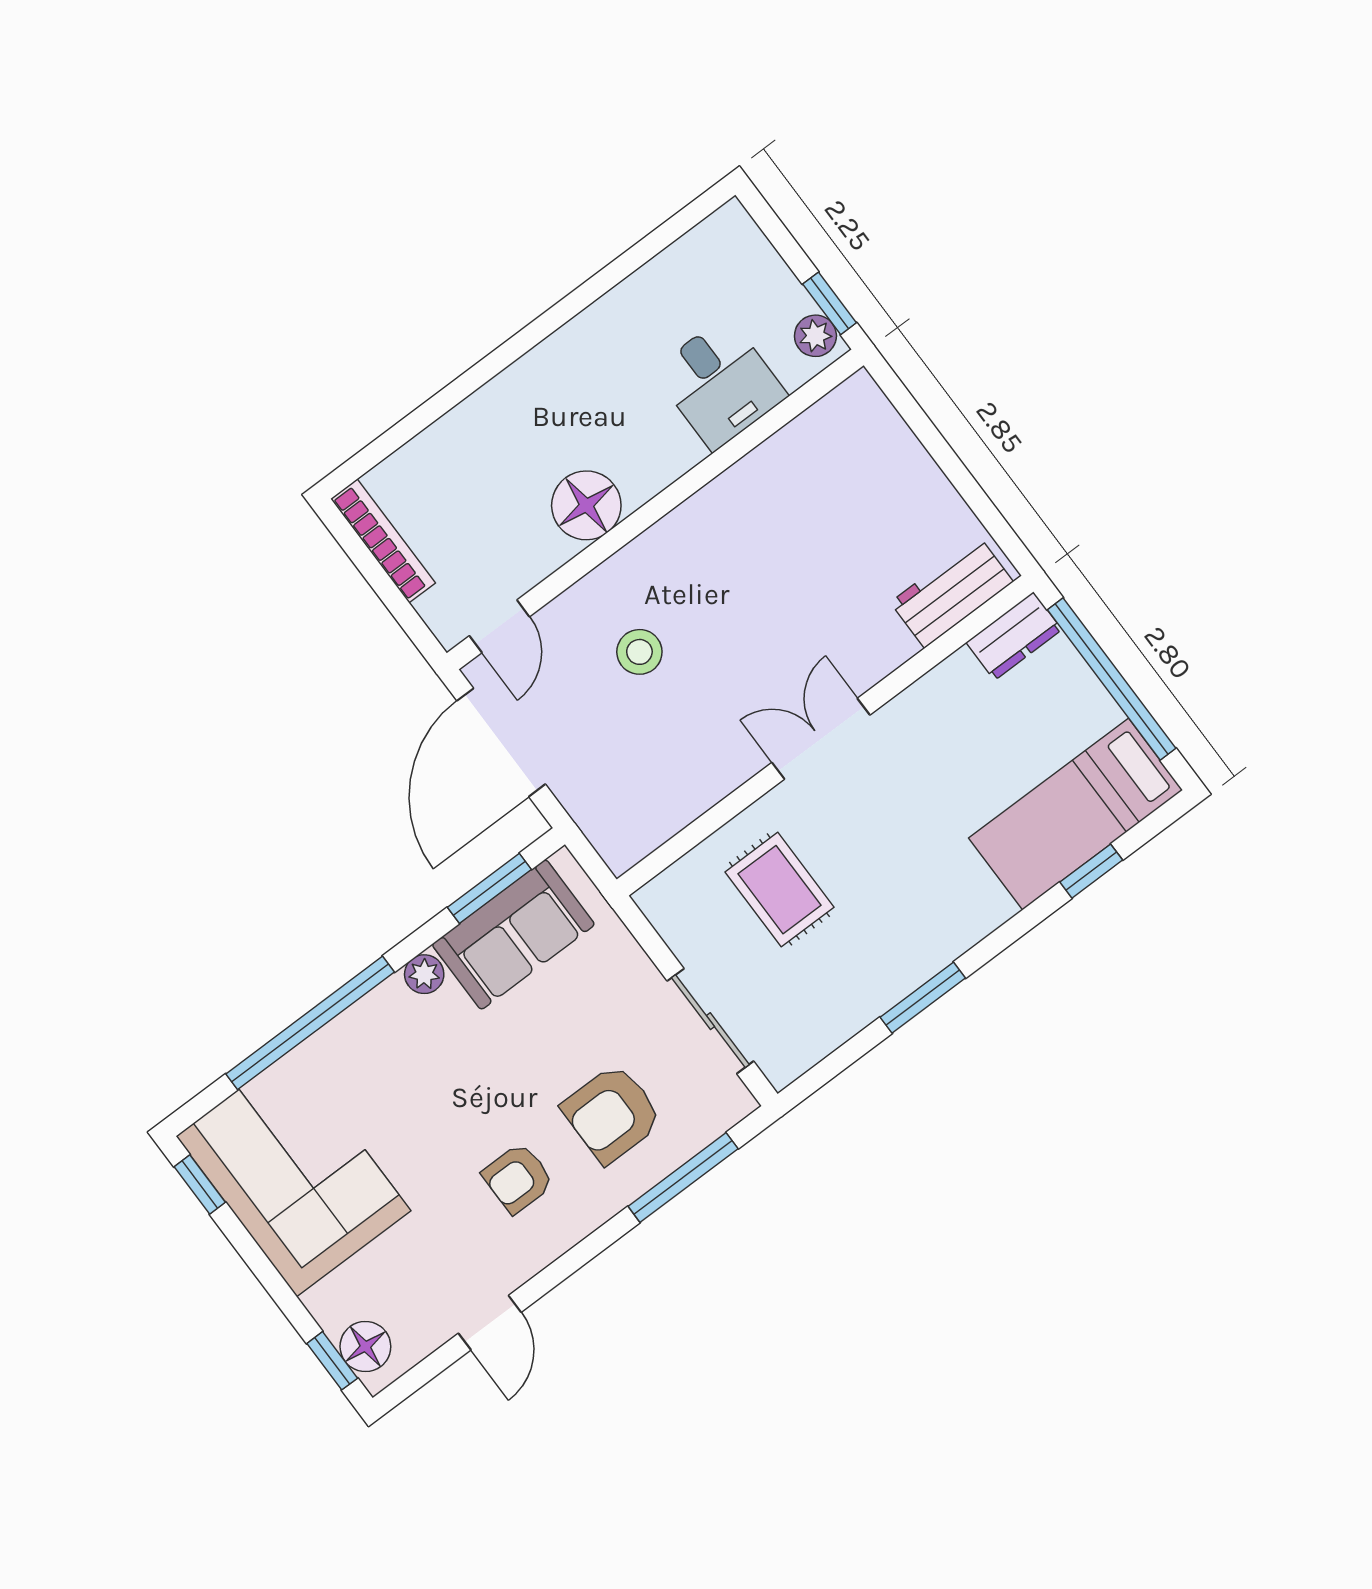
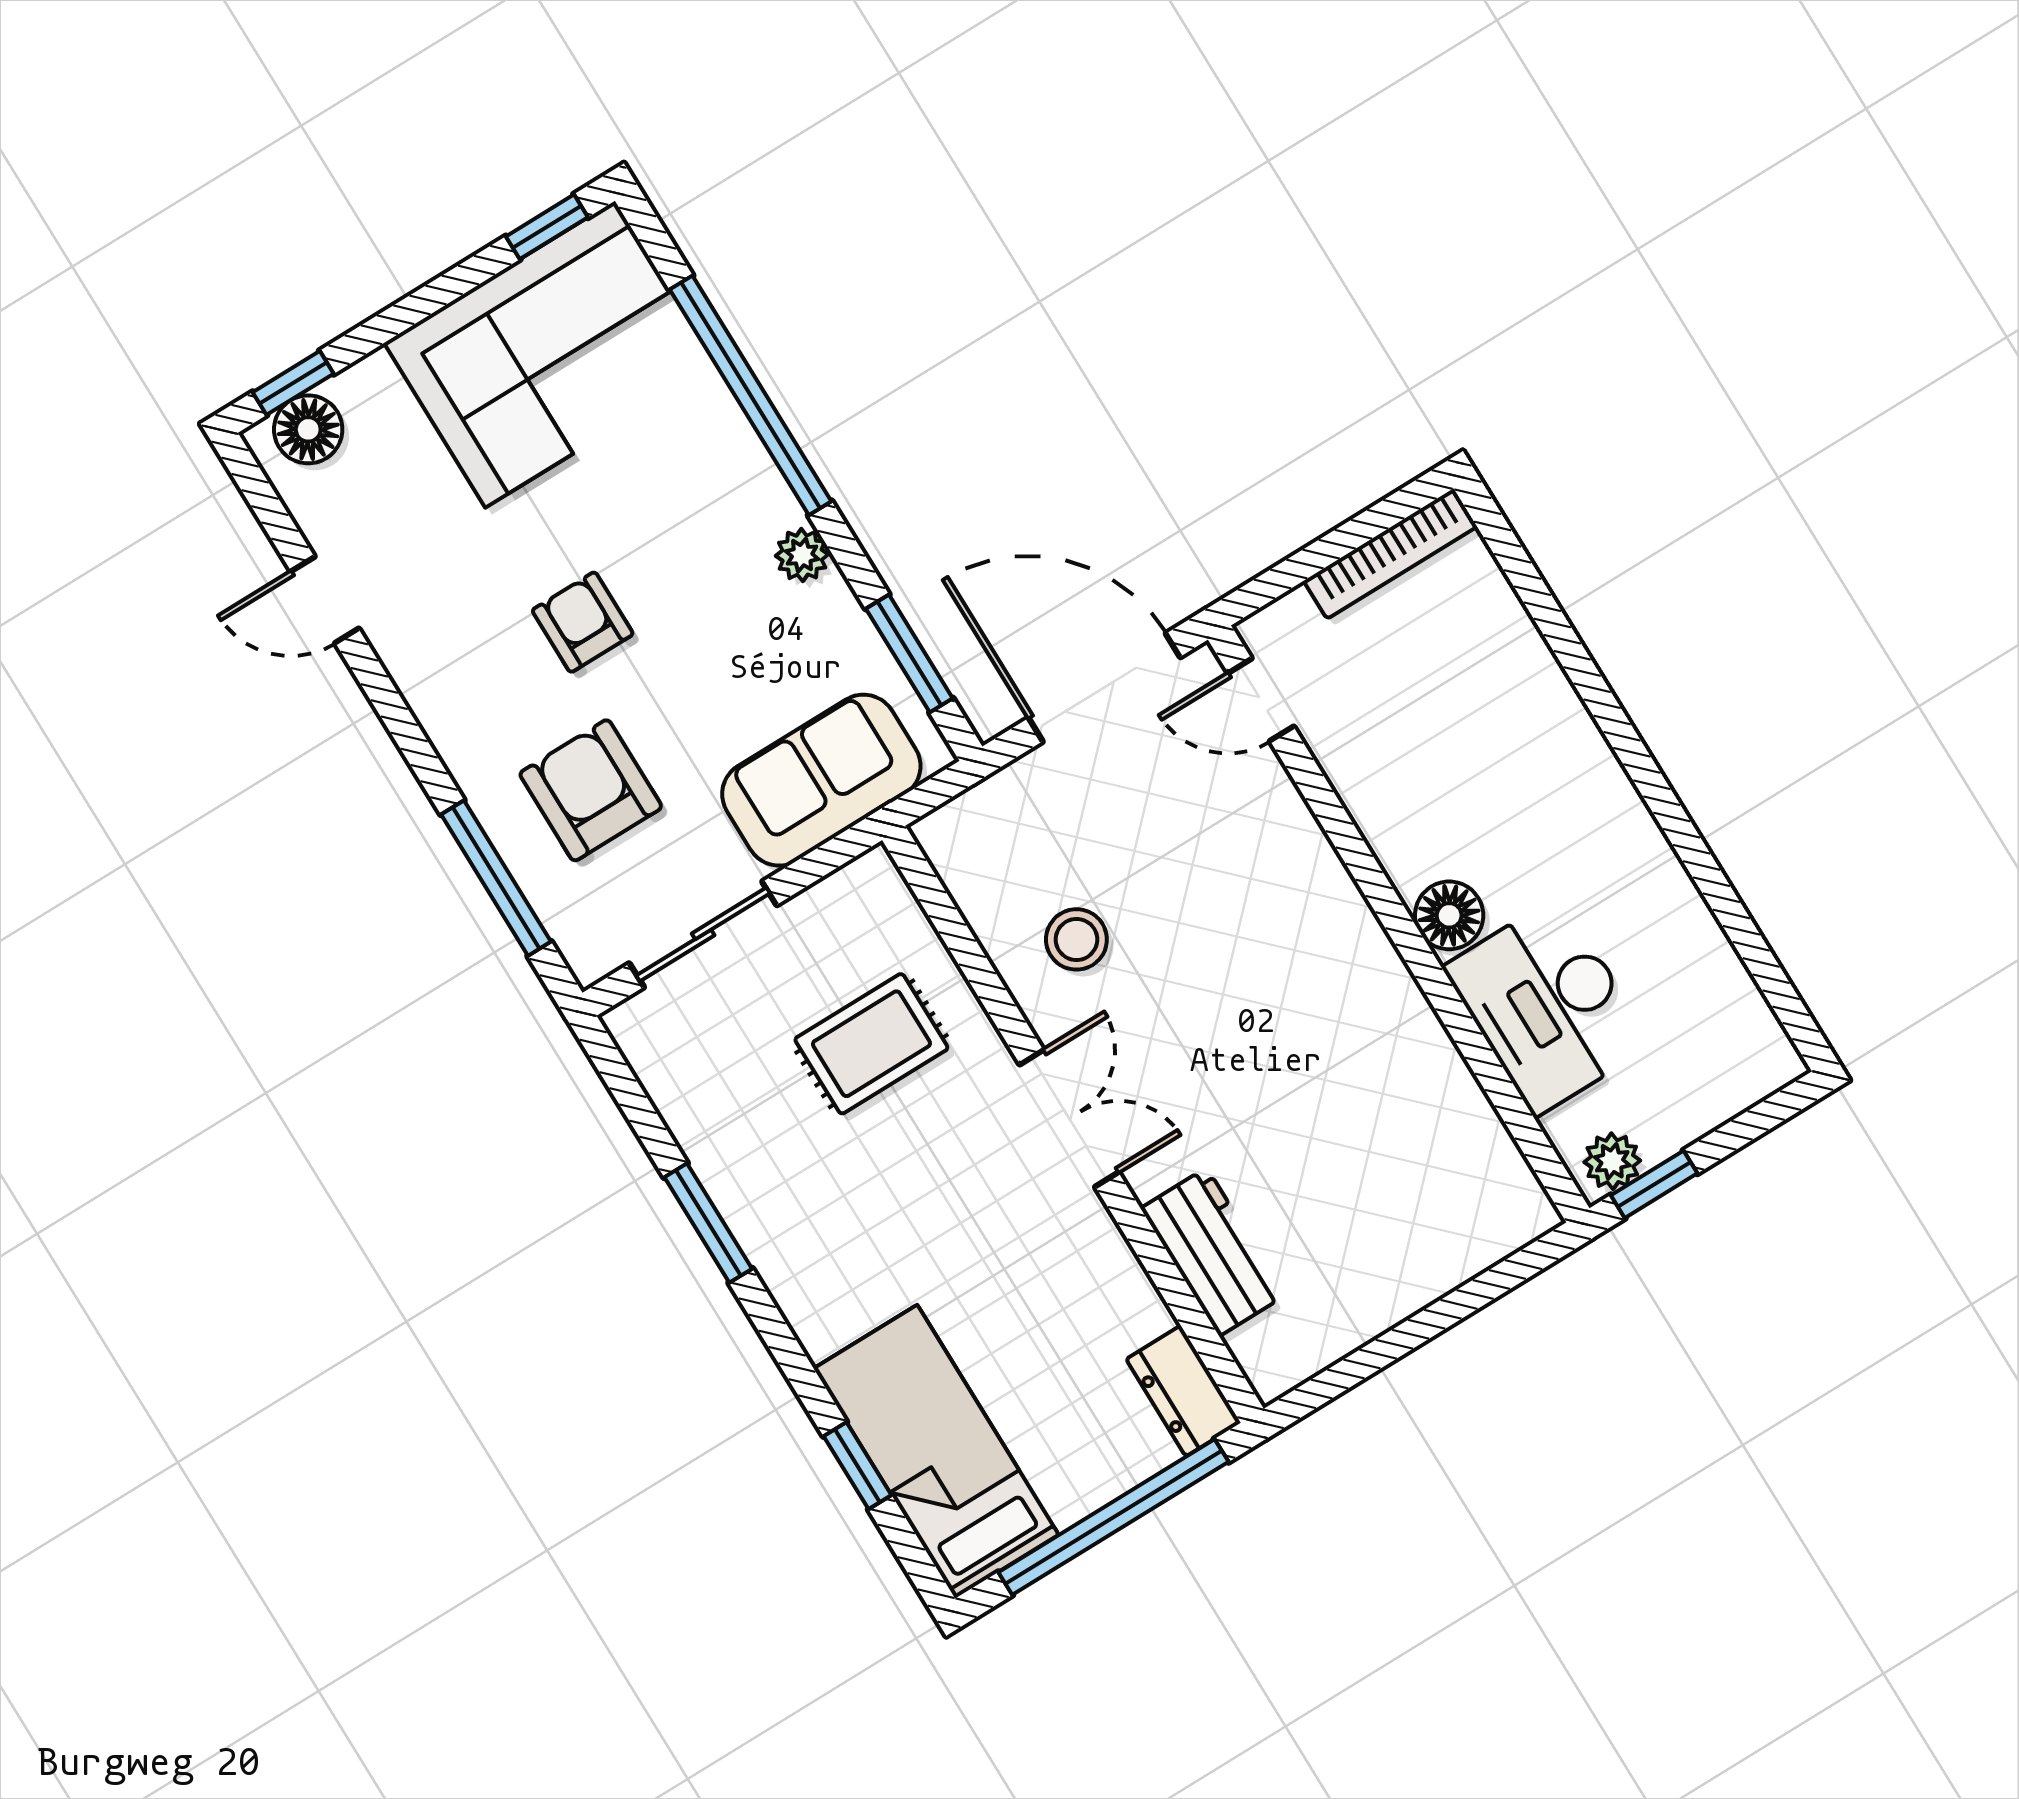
desk: (720, 383) -> (1548, 1006), width x1.37
floor lamp: (586, 505) -> (1449, 915), moved, width x0.73, depth x0.73
workbench: (952, 592) -> (1213, 1252), moved
stool: (639, 652) -> (1076, 939), moved
sofa: (513, 935) -> (821, 780), moved, turned 90
armchair: (518, 1178) -> (583, 622), moved

